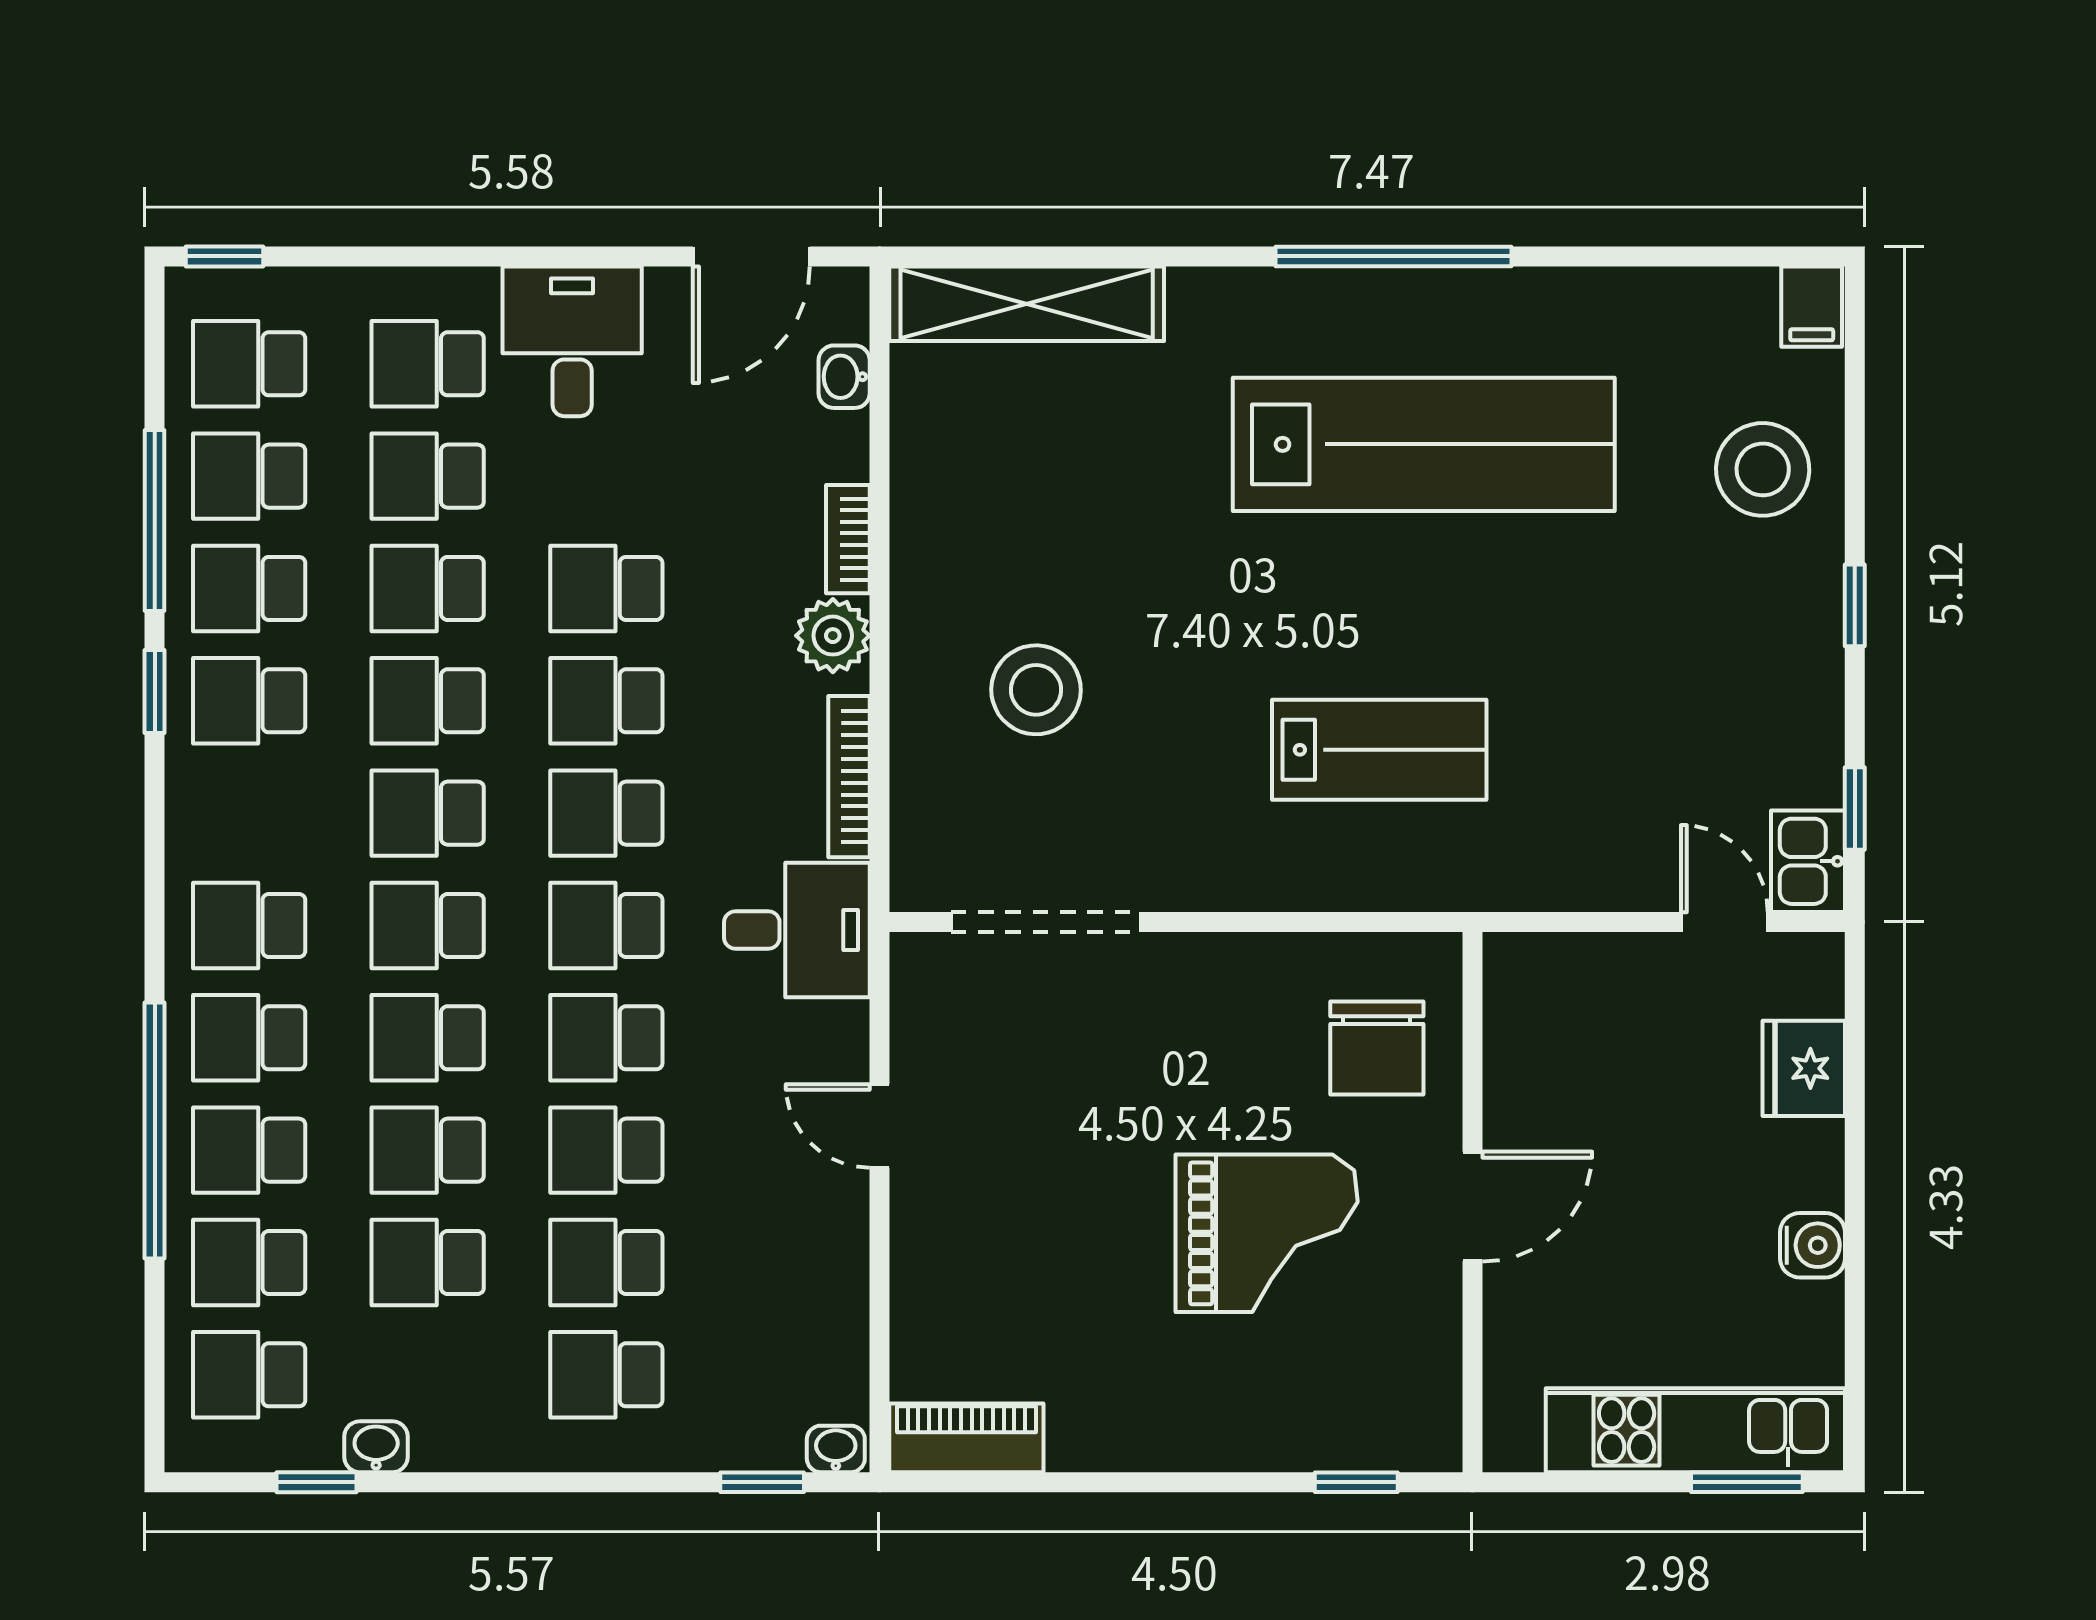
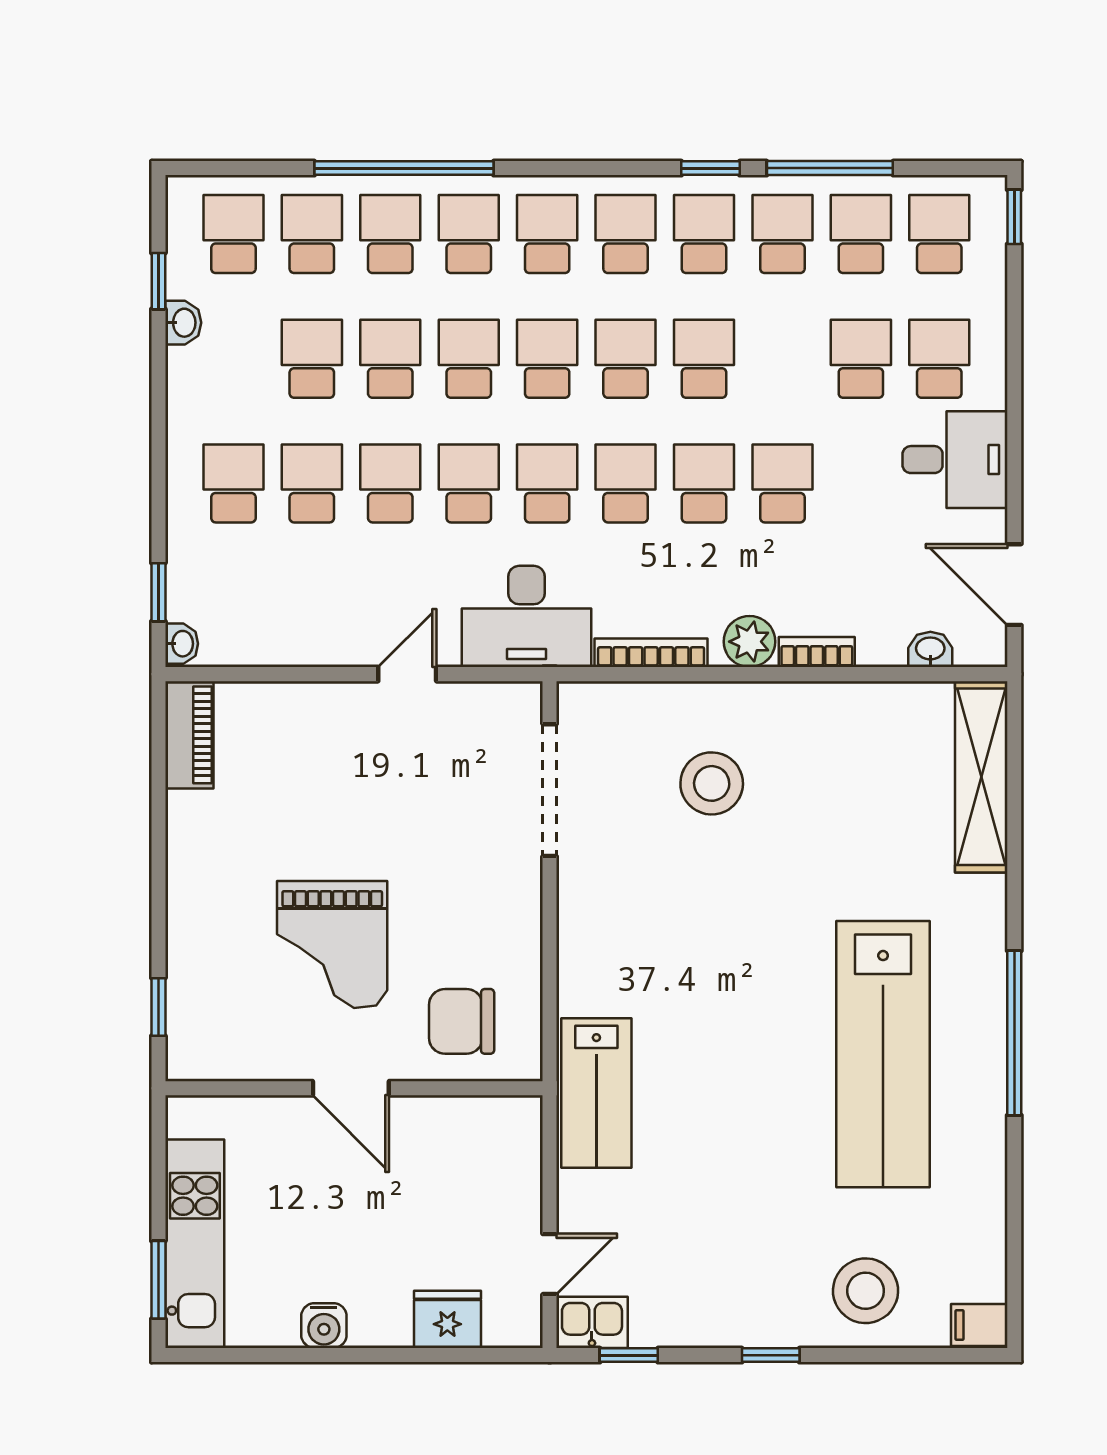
school desk: (428, 588) -> (626, 234), moved
lab bench: (1379, 750) -> (596, 1093), moved
desk: (797, 930) -> (526, 616), width x1.37

